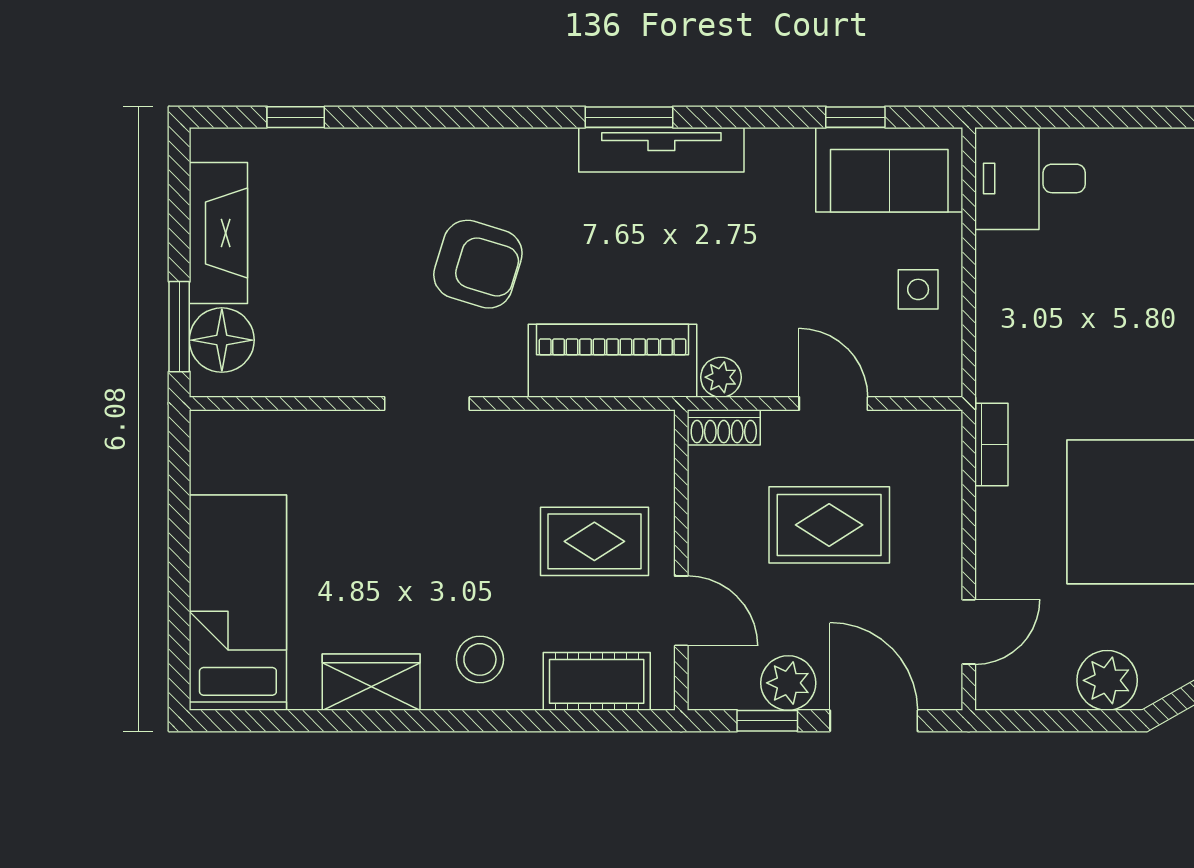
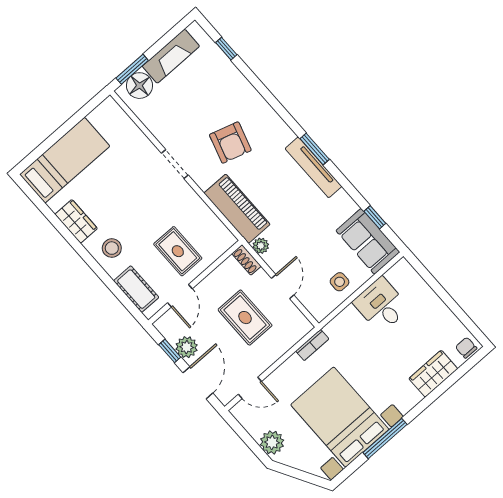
desk: (1030, 178) -> (381, 305), moved

